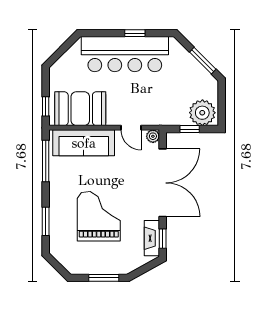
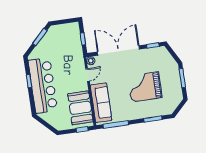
plant: (202, 113) -> (72, 33), removed
fireplace: (152, 238) -> (154, 52), removed

